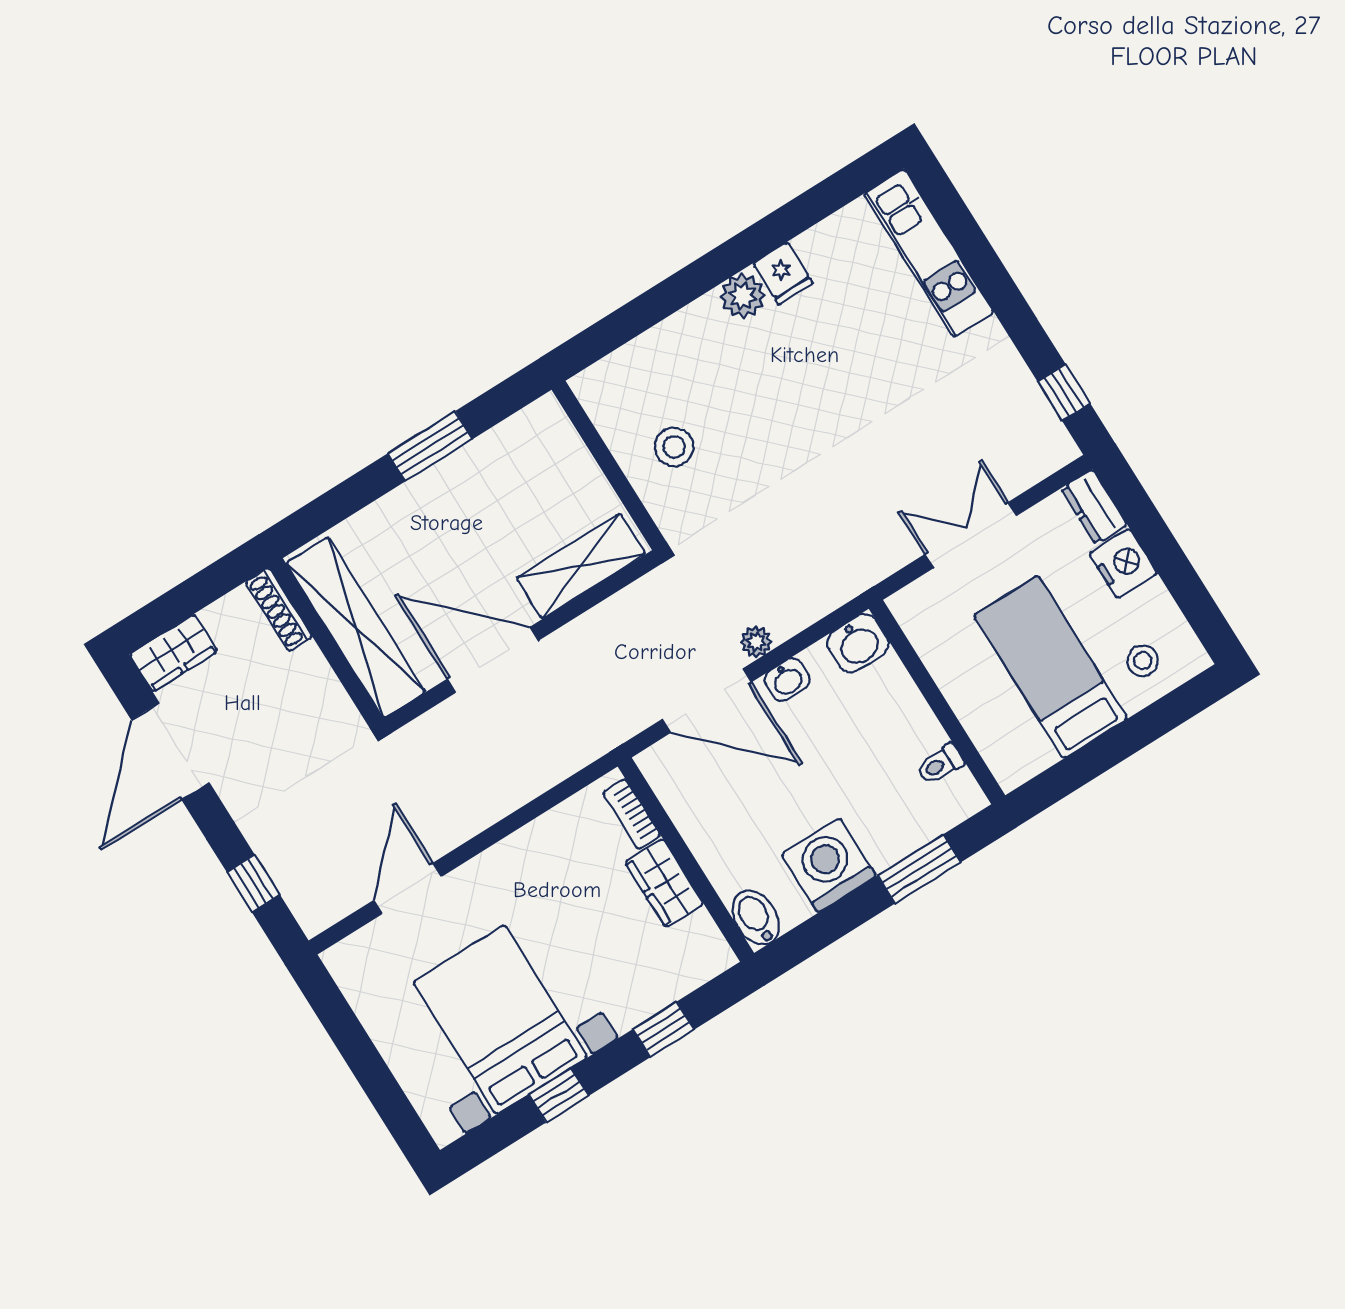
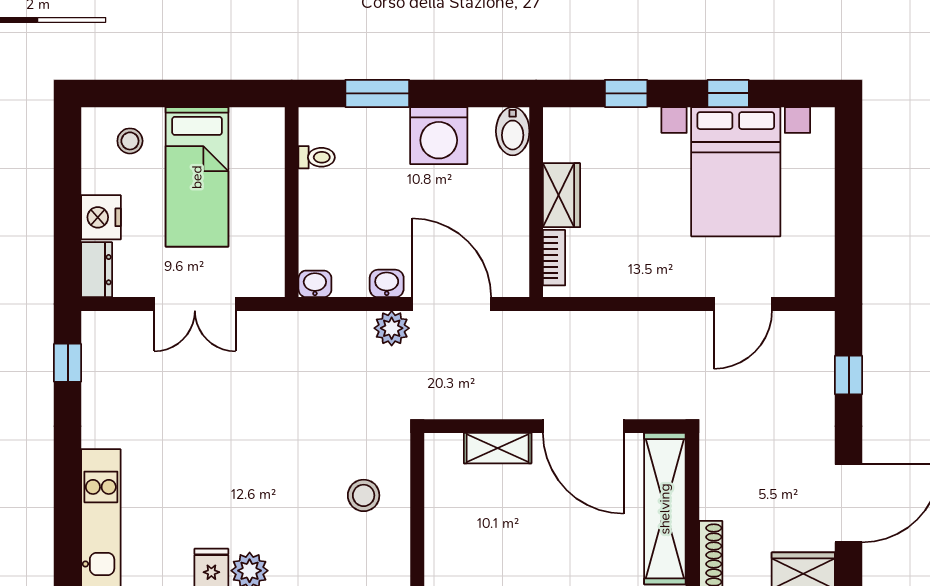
shelving: (581, 566) -> (498, 448), width x0.67, depth x0.75
plant: (756, 642) -> (392, 328), width x1.38, depth x1.38
washbasin: (858, 643) -> (315, 284), width x0.72, depth x0.69

